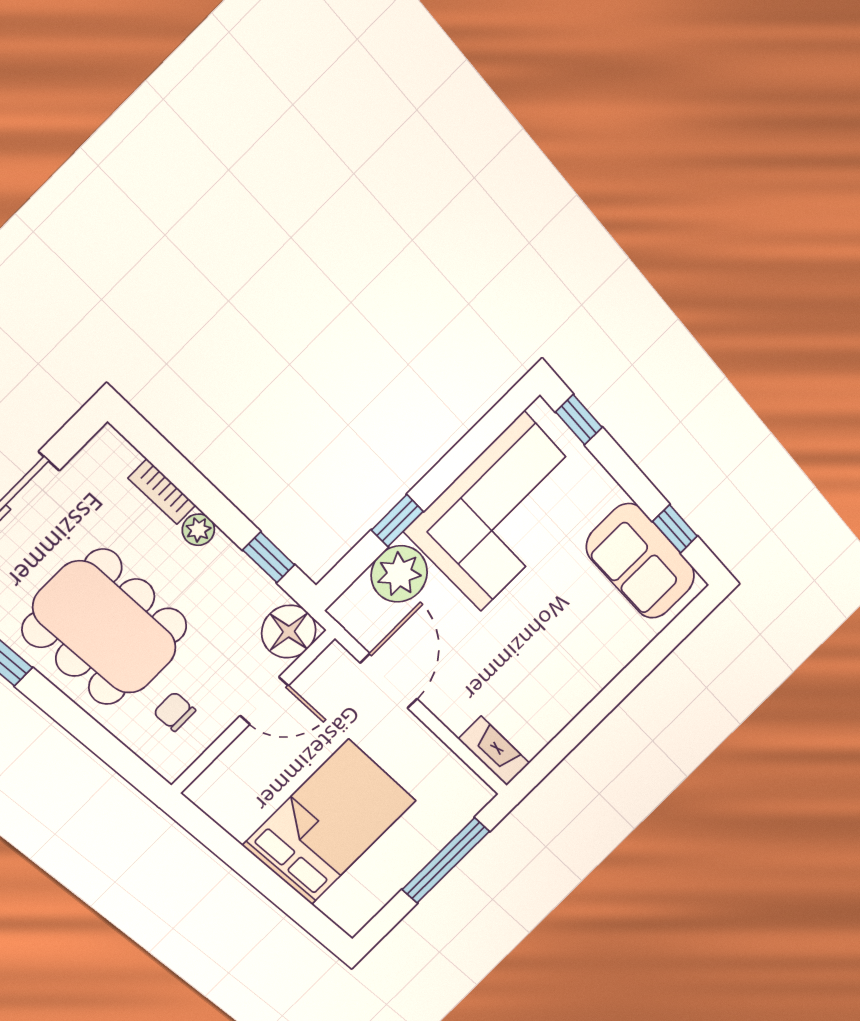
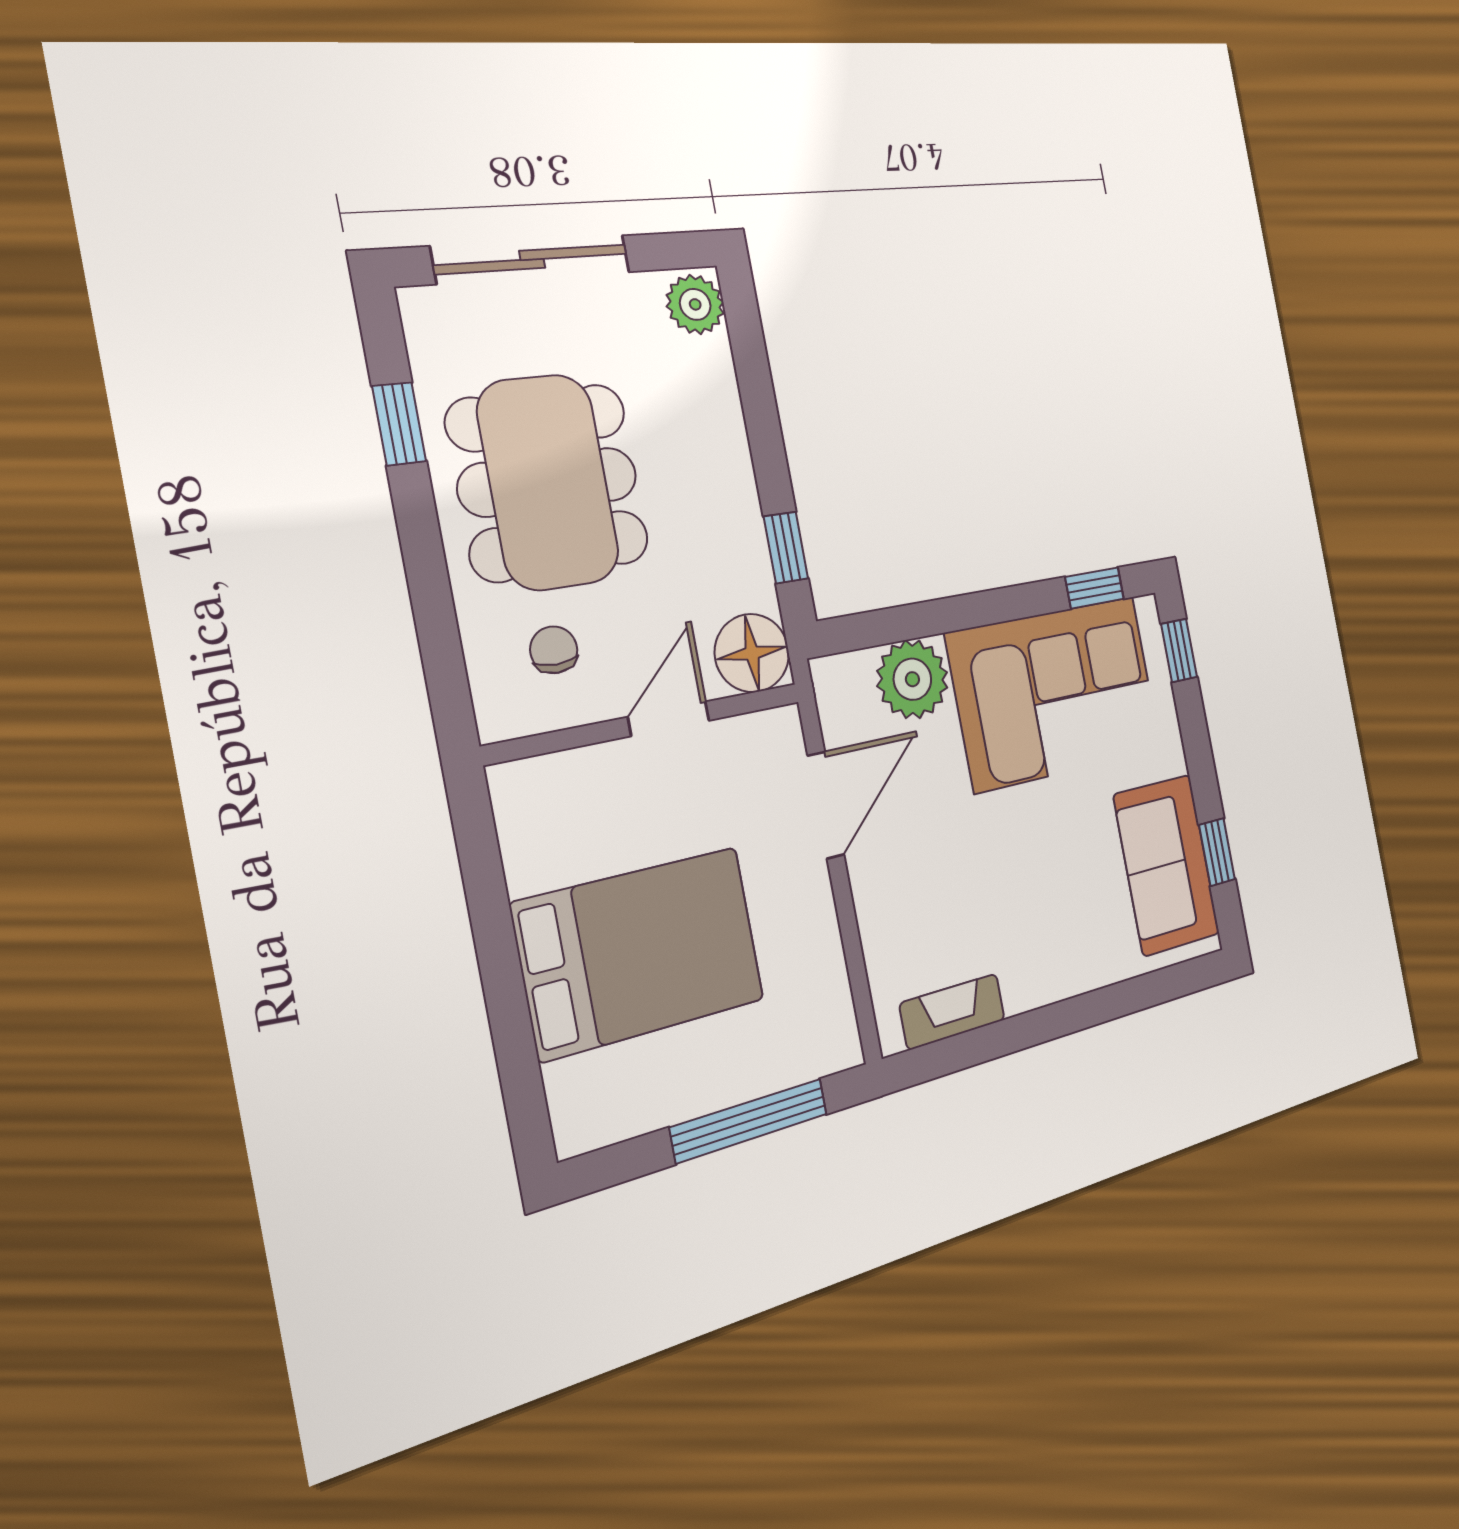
bookcase: (162, 492) -> (721, 383), removed
window: (397, 521) -> (1095, 588), moved
plant: (198, 530) -> (695, 304), moved, width x1.38, depth x1.38
door: (264, 701) -> (669, 719), swing flipped
fireplace: (494, 751) -> (952, 1011), moved, turned -90

